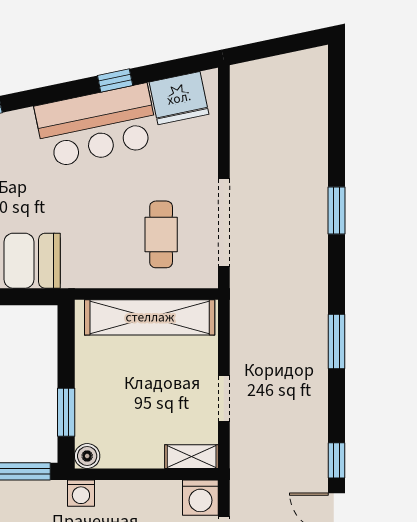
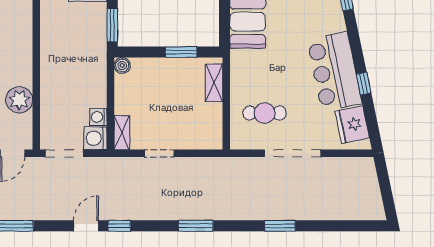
doorway: (224, 223) -> (293, 153), moved
shelving: (150, 317) -> (214, 83), width x0.45, depth x0.75
window: (66, 412) -> (181, 52), moved
washing machine: (81, 493) -> (98, 117), moved

